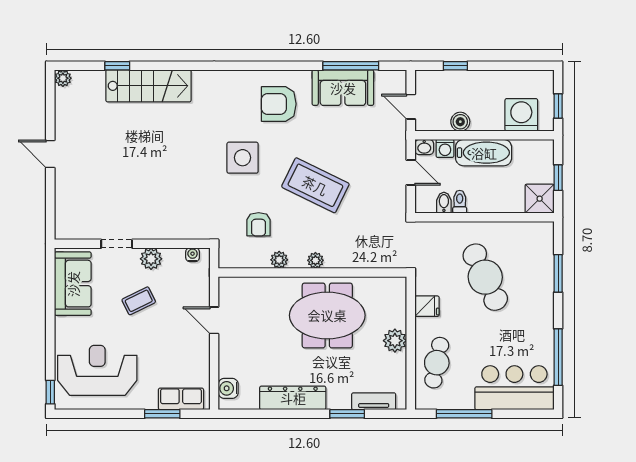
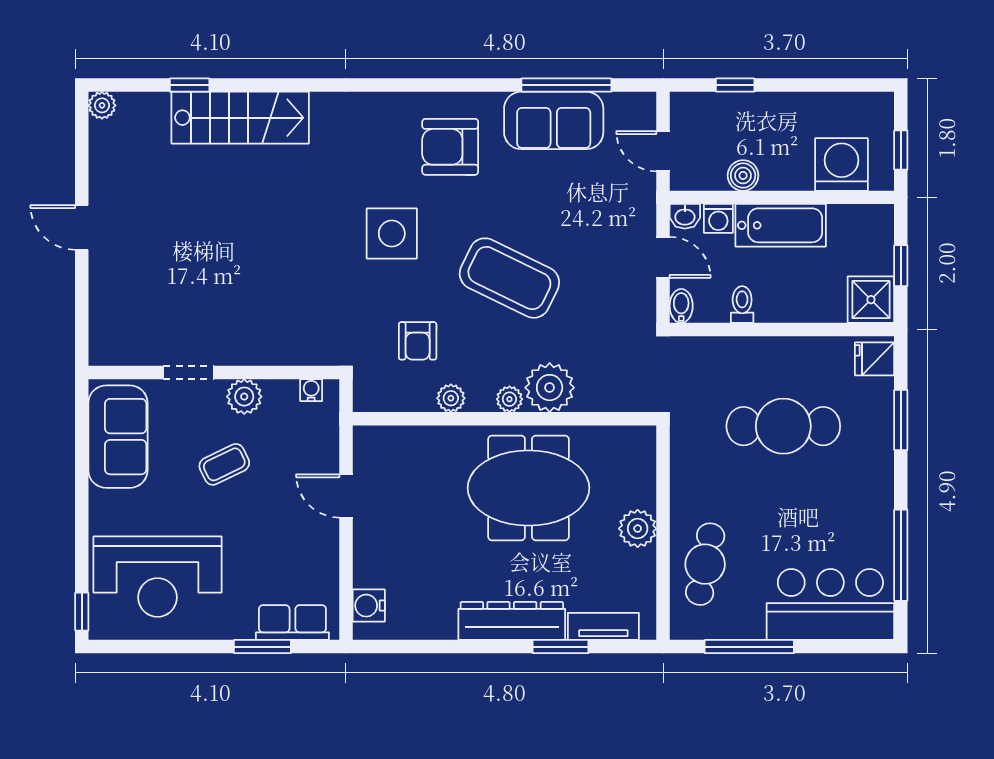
bidet: (444, 203) -> (681, 306), moved
plant: (340, 253) -> (550, 388), added
cafe table: (485, 277) -> (783, 426), turned -65
fridge: (427, 306) -> (875, 359), moved, turned 180
reception desk: (97, 370) -> (157, 577), turned 180
dresser: (293, 398) -> (512, 621), moved

